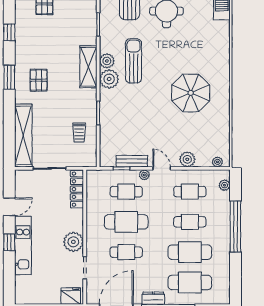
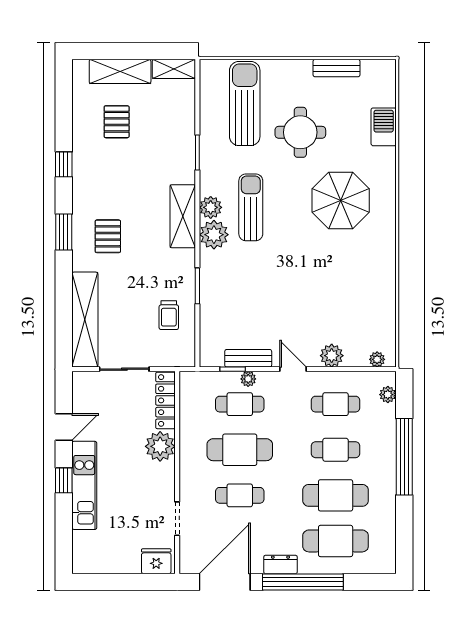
parasol: (191, 93) -> (341, 200), moved
plant: (144, 175) -> (248, 379), moved
plant: (73, 242) -> (160, 446), moved

